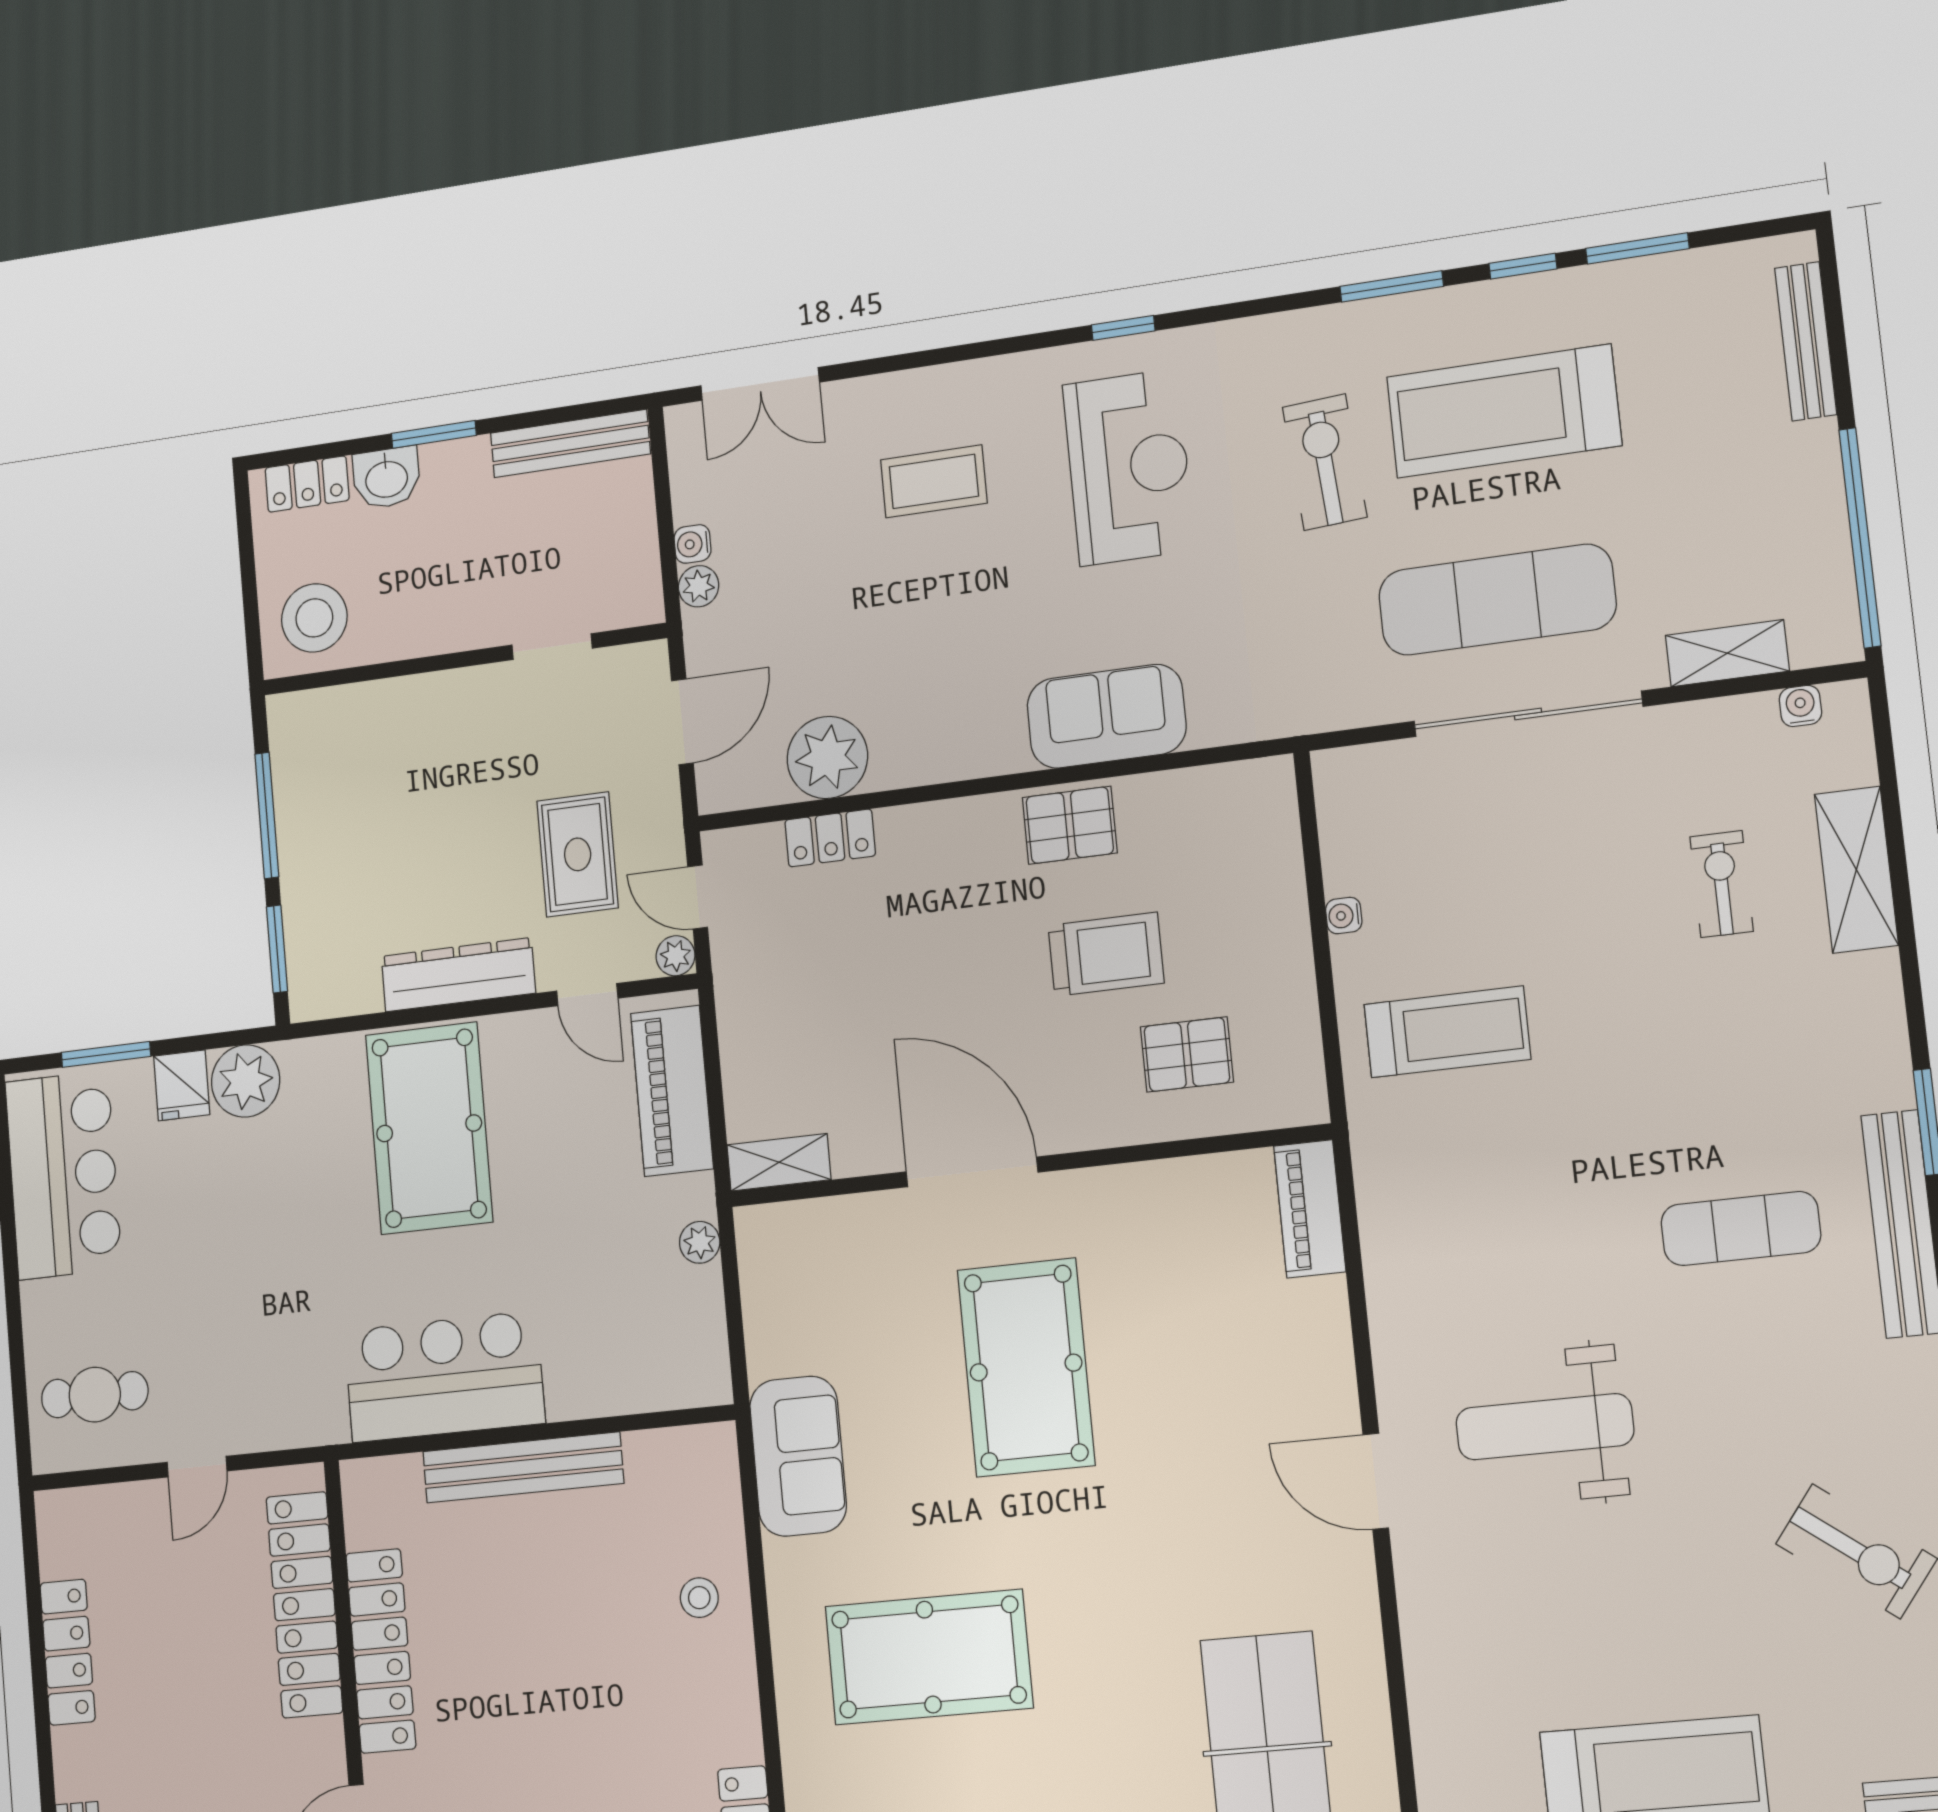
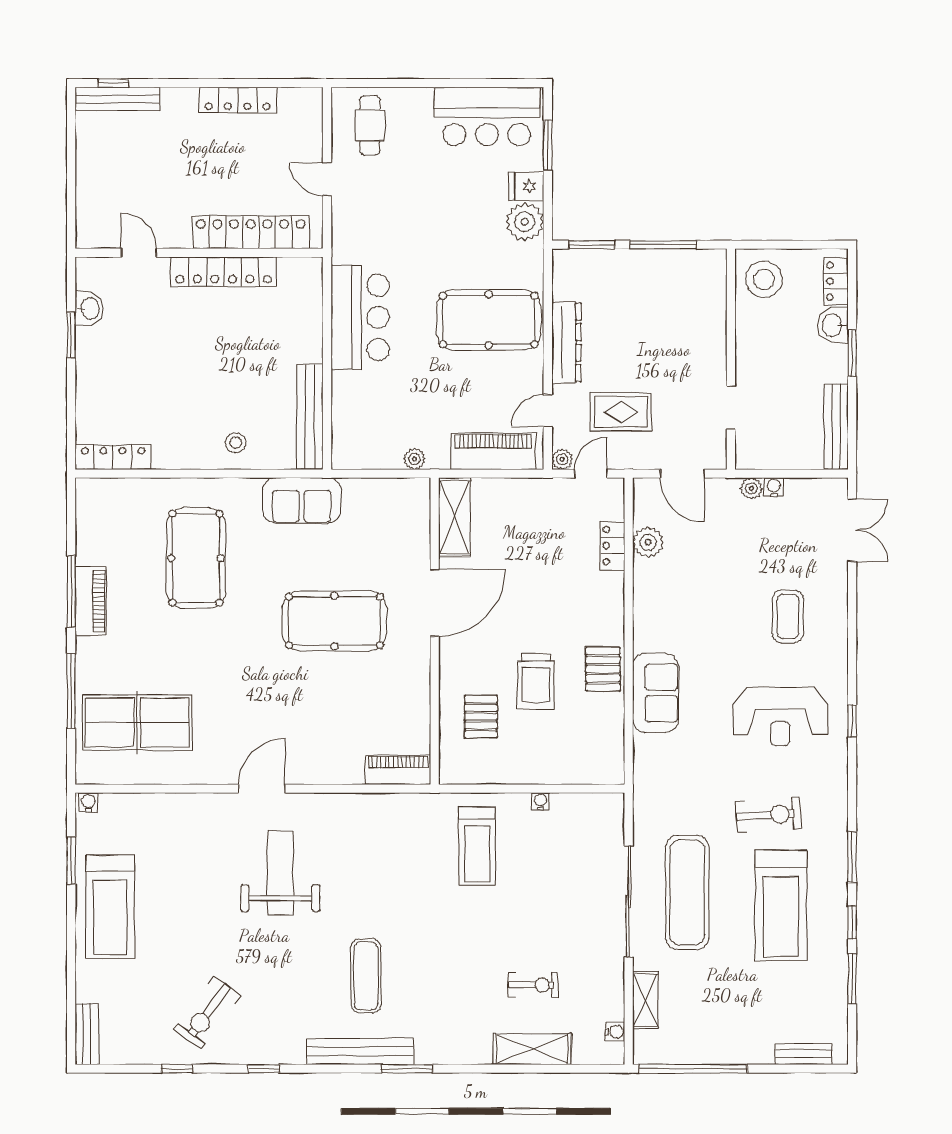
bench: (1806, 341) -> (804, 1054), width x0.73
double door: (760, 384) -> (852, 530), swing flipped
treadmill: (1504, 411) -> (781, 906), turned 180
plant: (827, 757) -> (648, 542), width x0.73, depth x0.73
shelving: (779, 1162) -> (455, 517), width x1.50, depth x1.33
bench: (523, 1467) -> (310, 417), moved

